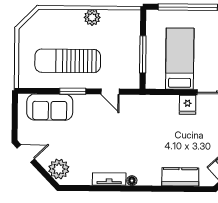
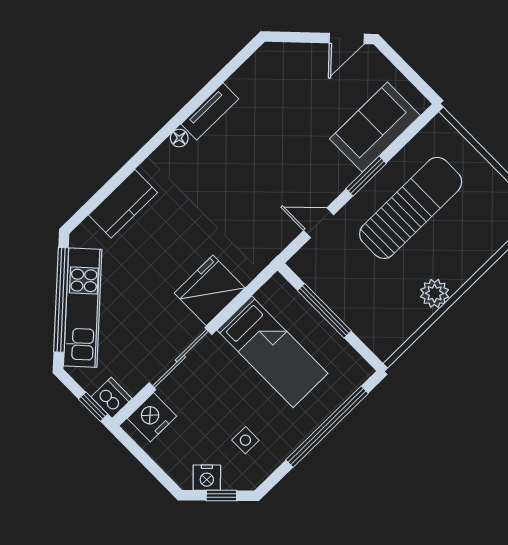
fridge: (188, 105) -> (210, 290), width x1.88, depth x1.34
plant: (59, 169) -> (286, 61), removed

